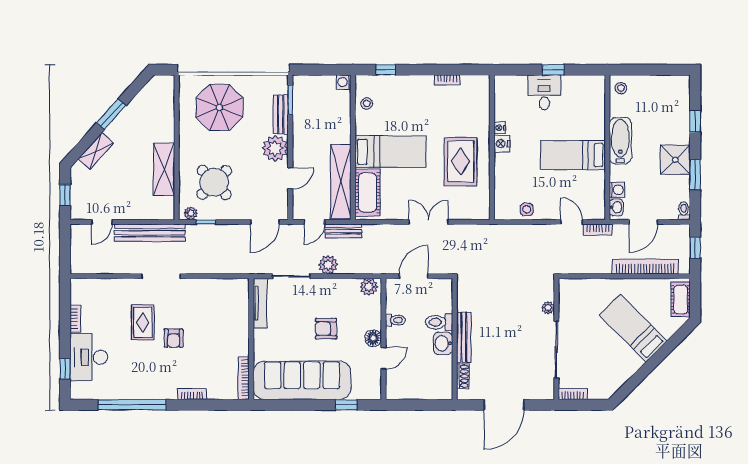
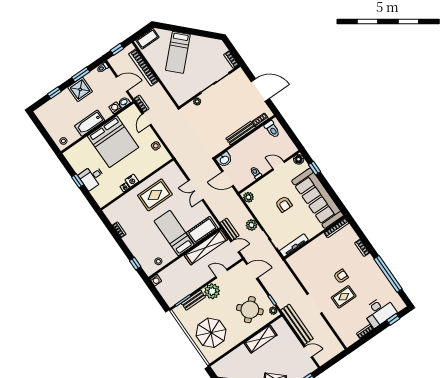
bed: (573, 155) -> (113, 142), width x2.04
toilet: (439, 322) -> (272, 129), moved
floor lamp: (373, 338) -> (299, 159), moved
washbasin: (443, 343) -> (224, 160), moved

